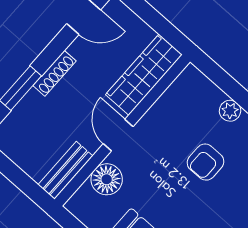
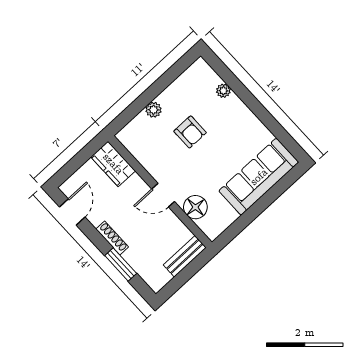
wardrobe: (144, 75) -> (113, 164), width x0.67
bench: (65, 170) -> (185, 256), moved, turned 90

